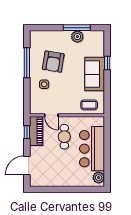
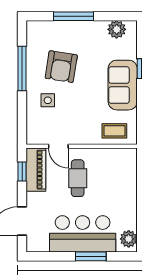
window: (77, 28) -> (74, 16), moved
plant: (77, 37) -> (117, 29), moved
bar counter: (92, 149) -> (83, 234), moved, turned 90
window: (73, 189) -> (91, 256), added

